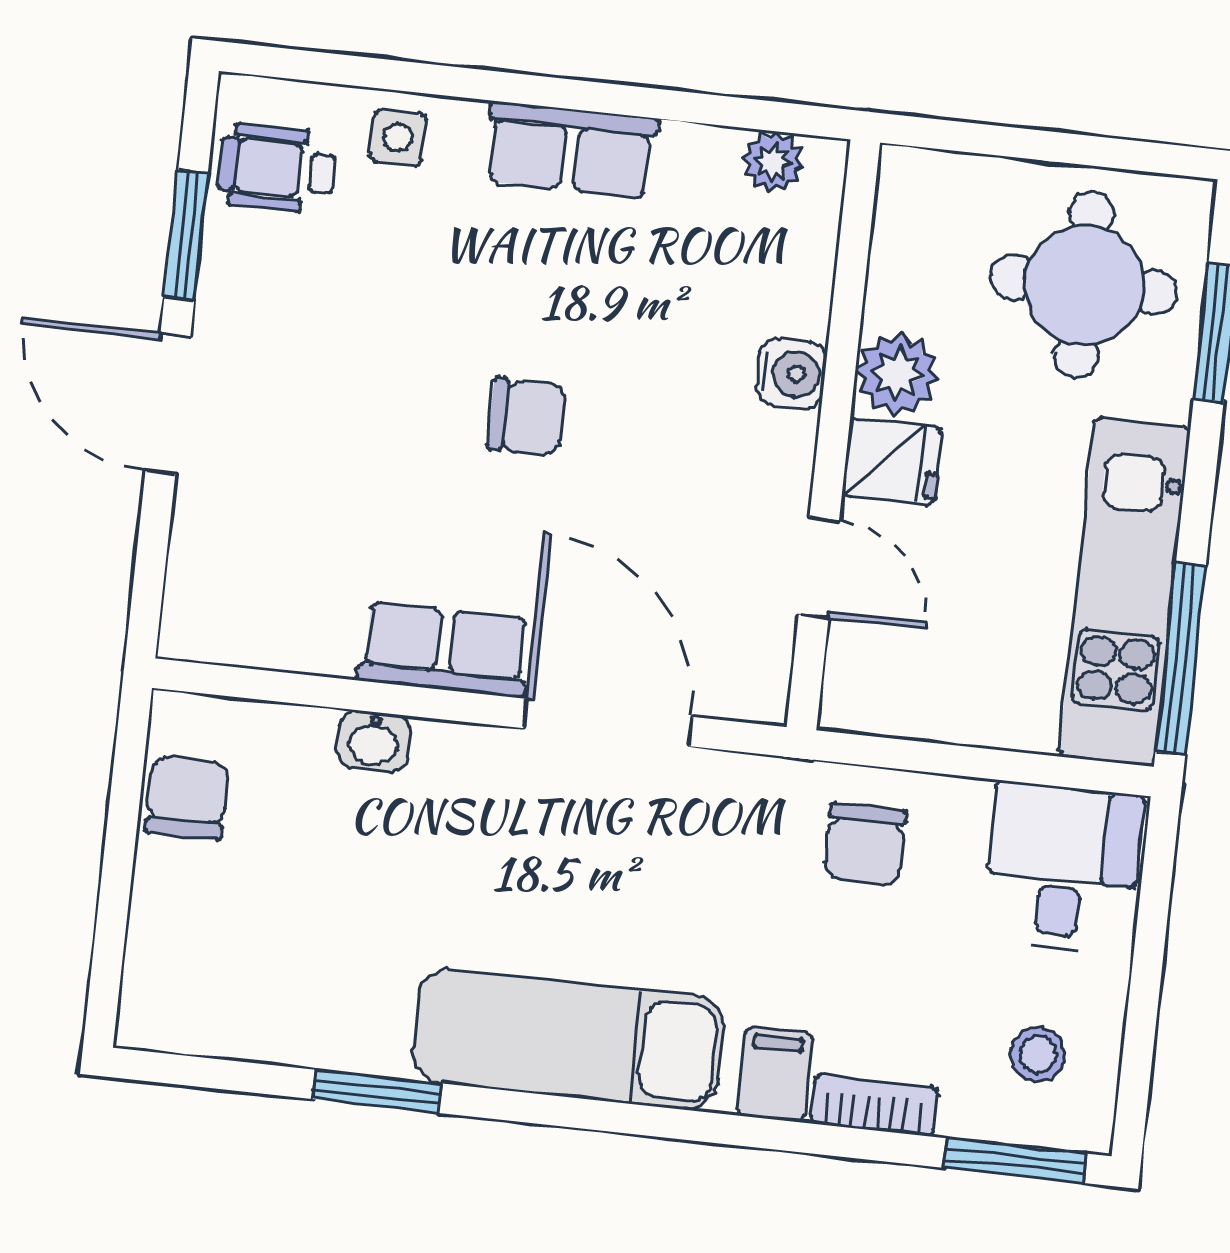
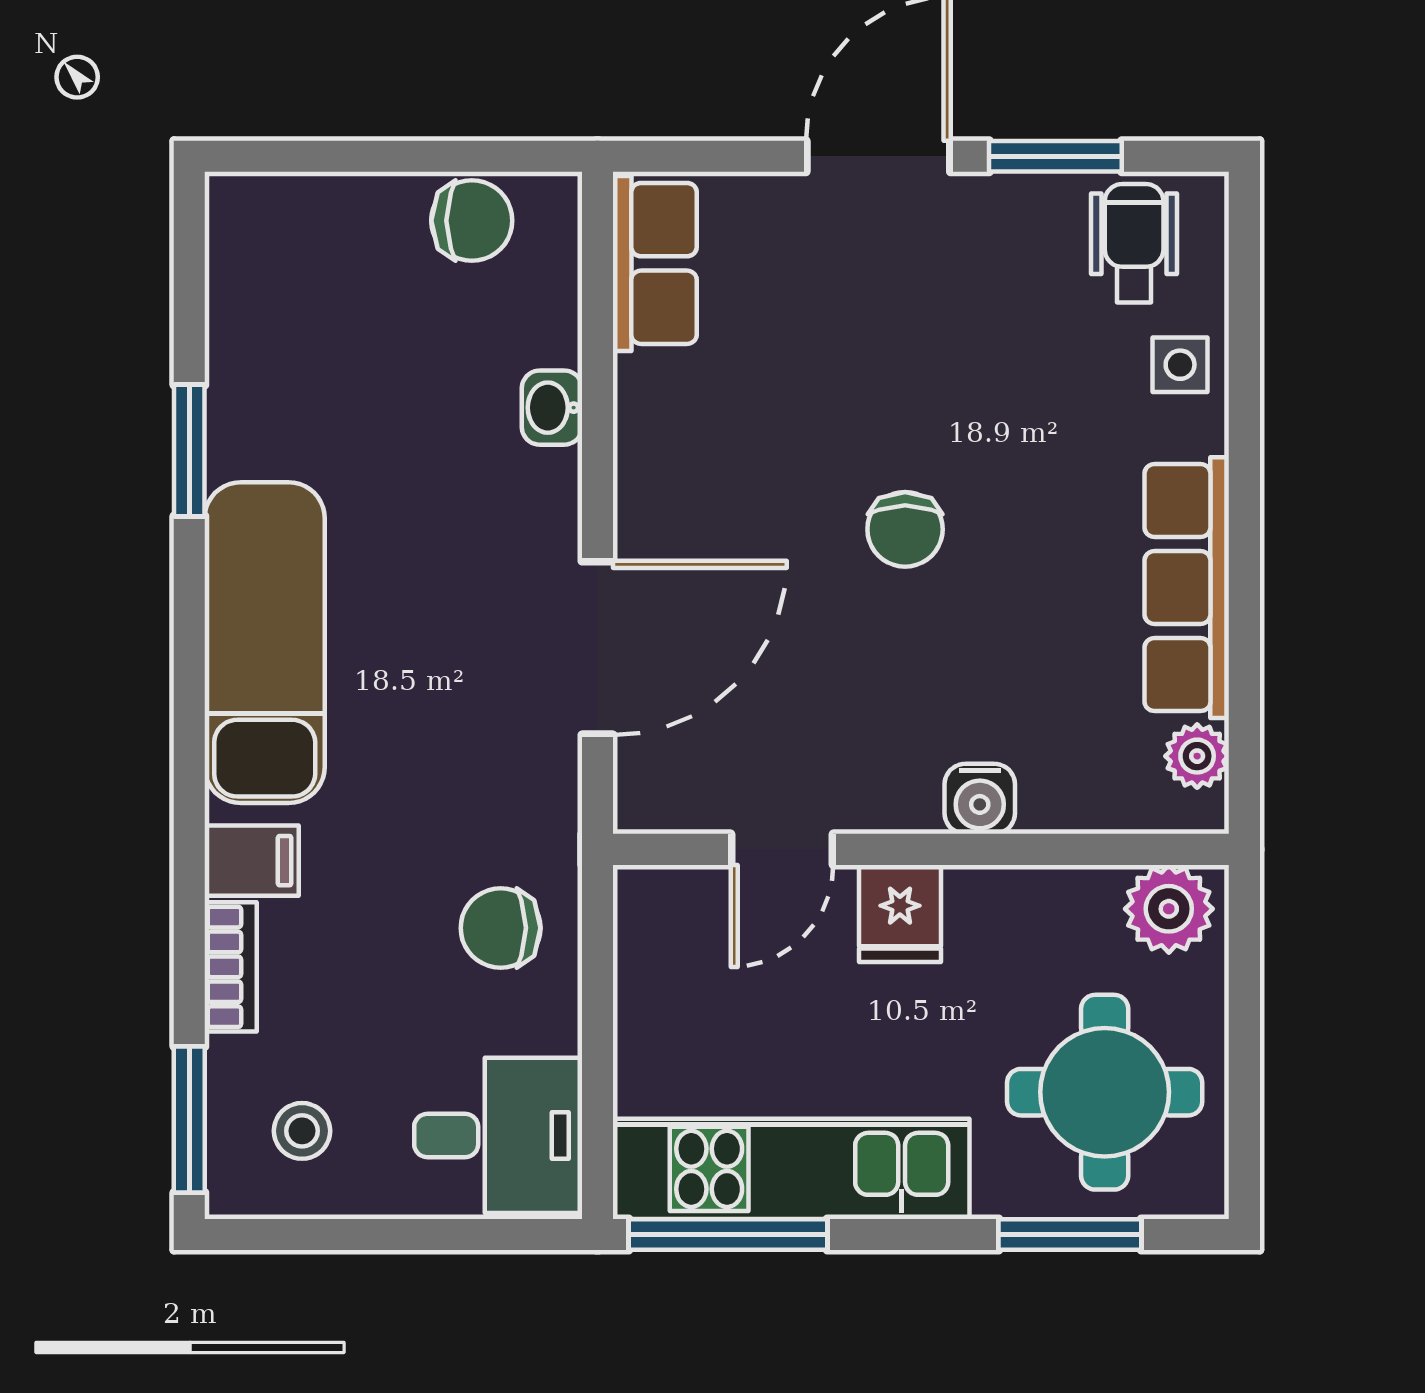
row of seats: (571, 150) -> (1187, 588), width x1.48
plant: (897, 374) -> (1169, 909), moved
row of seats: (444, 649) -> (655, 263), moved

